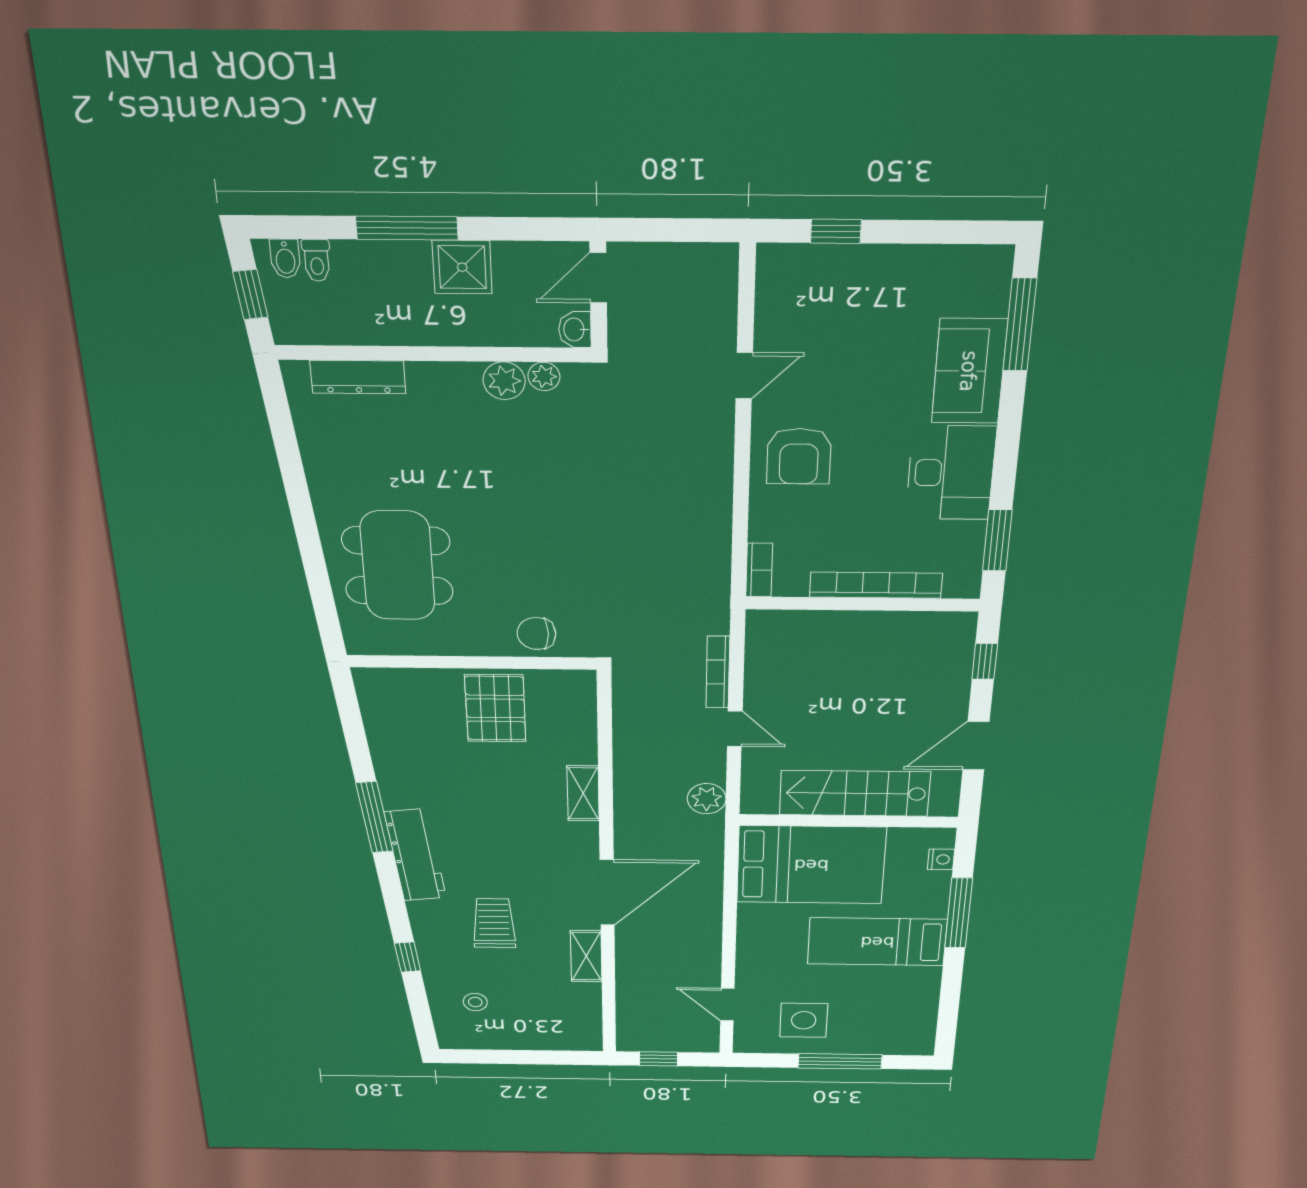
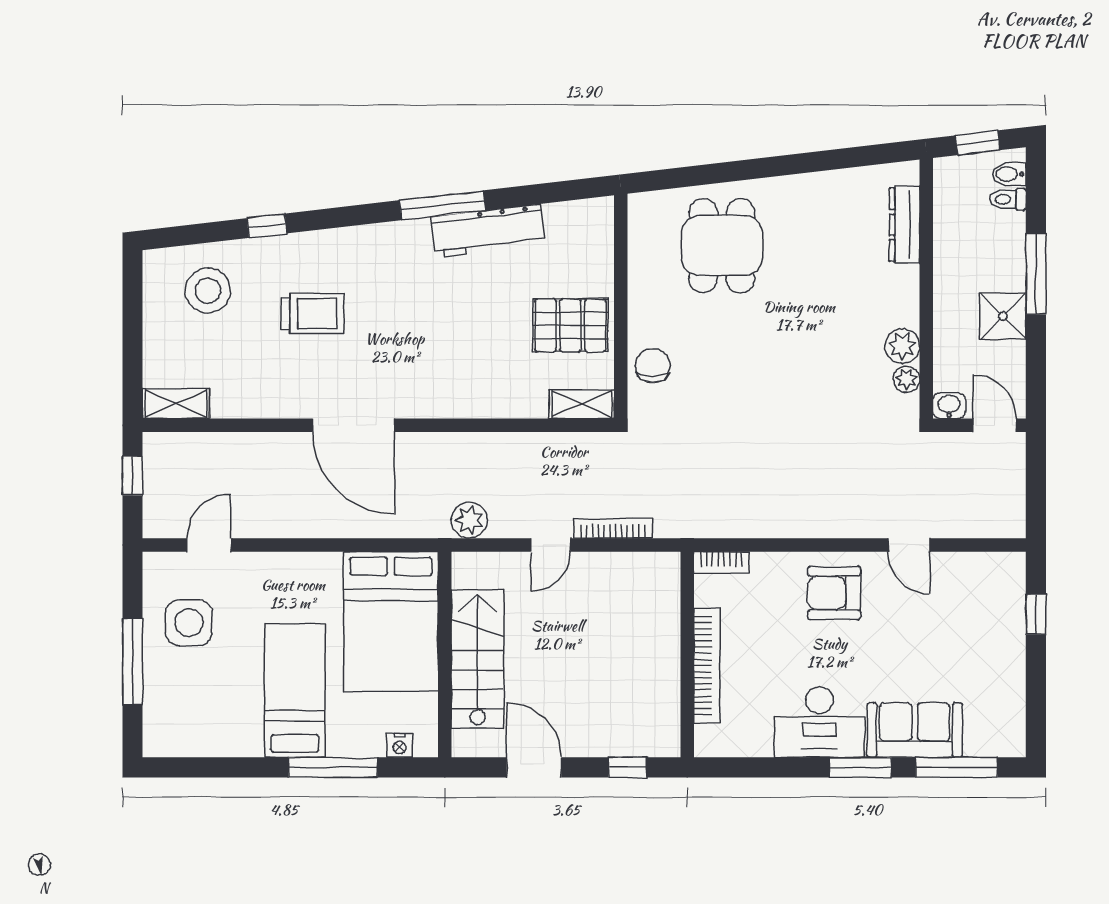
window: (997, 540) -> (860, 767), moved
dining table: (398, 566) -> (722, 246), width x0.73
shelving: (583, 793) -> (582, 404), moved
workbench: (415, 855) -> (488, 231), moved
shelving: (586, 956) -> (176, 404), moved
stool: (475, 1002) -> (208, 291), width x1.89, depth x1.89

